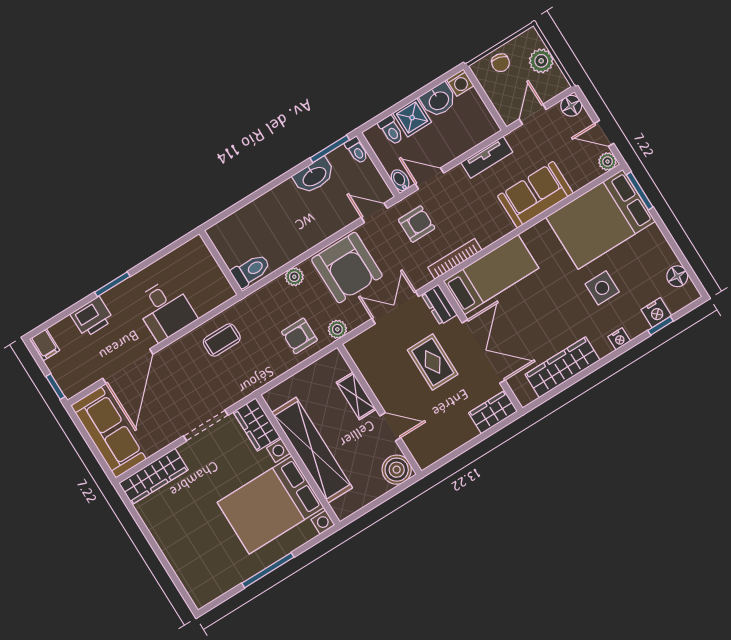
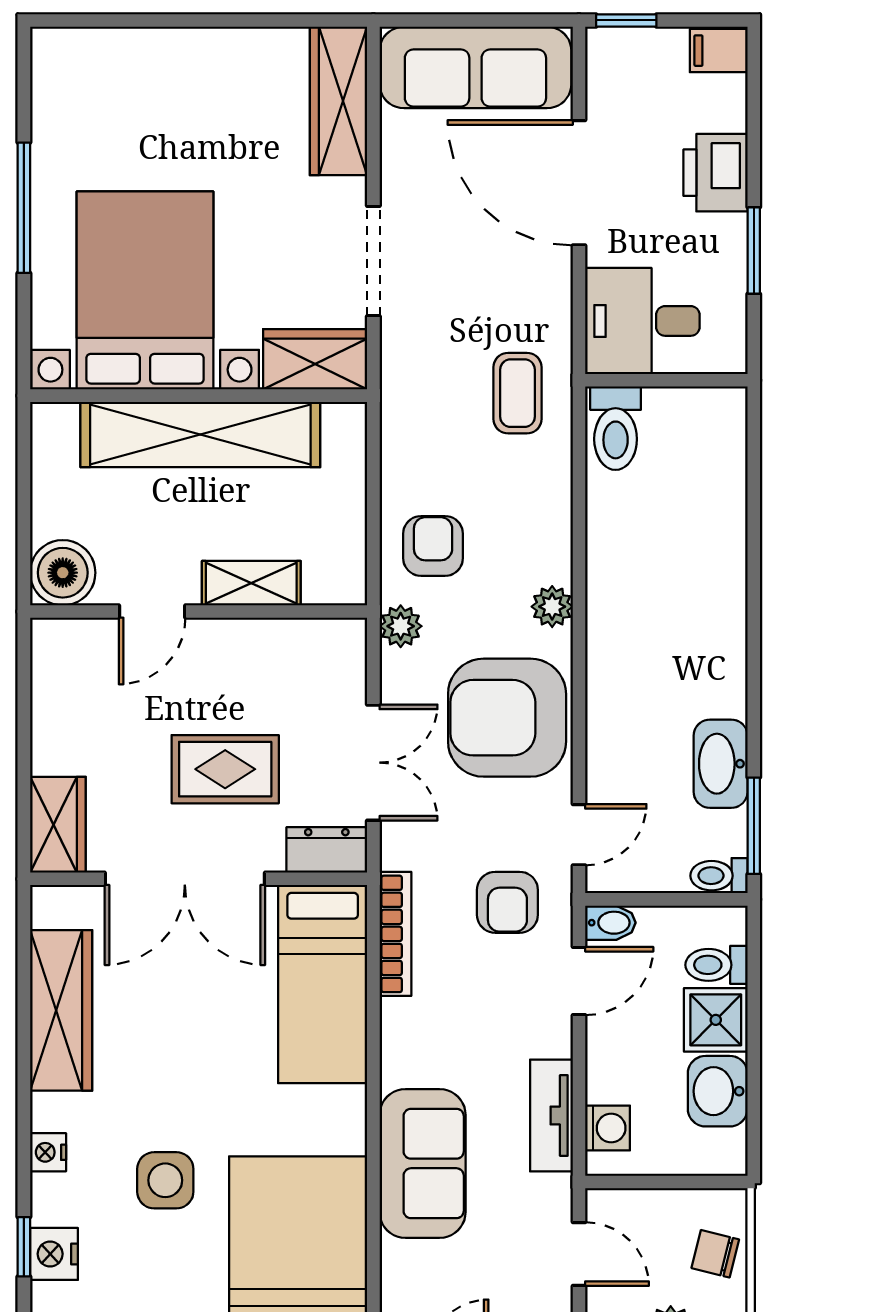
washing machine: (460, 83) -> (608, 1128), moved, turned 180
wall: (221, 263) -> (666, 380), moved
toilet: (251, 270) -> (616, 428), moved

